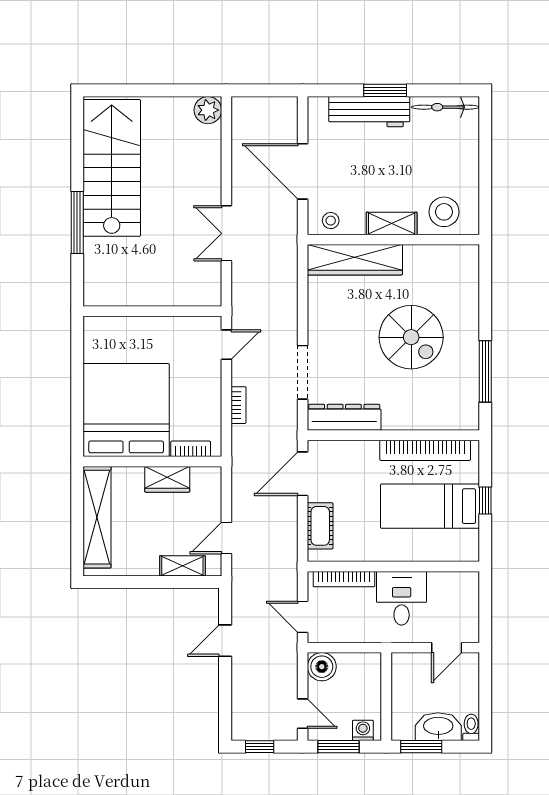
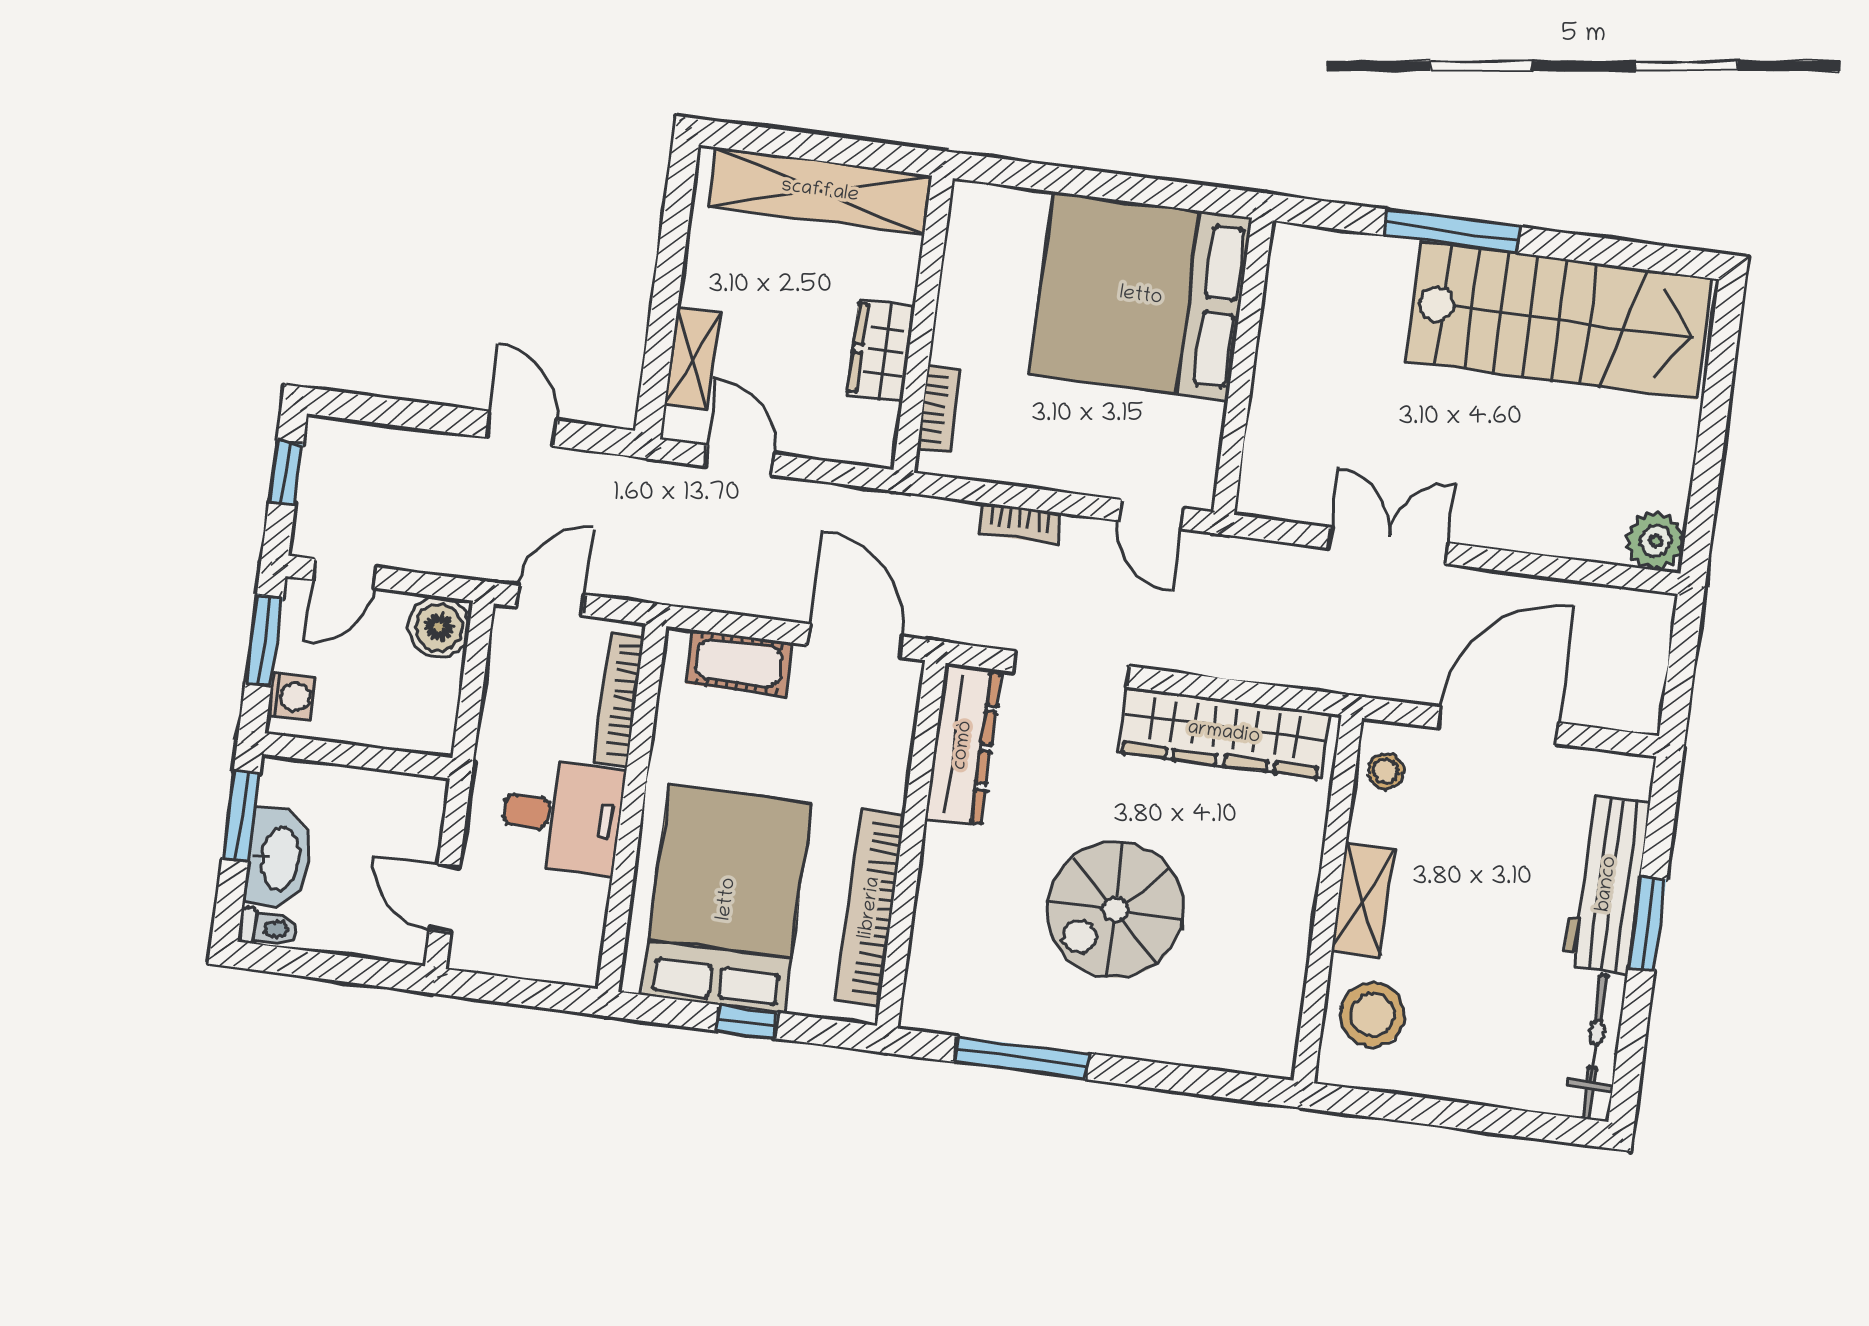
wardrobe: (355, 260) -> (1224, 733), moved, turned -90
bed: (126, 410) -> (1141, 296), moved, turned 180
bed: (430, 506) -> (727, 899), width x1.50

